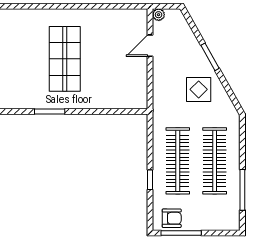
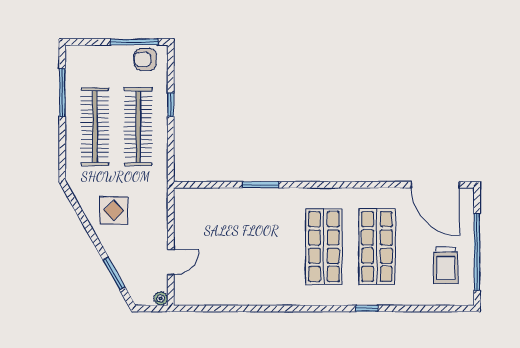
window: (210, 57) -> (114, 273), moved
shop shelf: (65, 59) -> (324, 247), moved
window: (50, 112) -> (261, 185), moved

